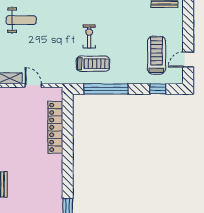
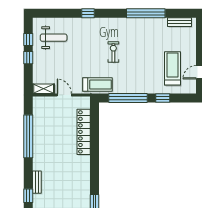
treadmill: (93, 64) -> (98, 84), moved
window: (158, 89) -> (163, 98), moved

